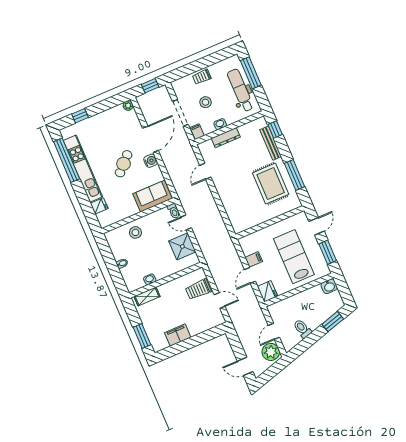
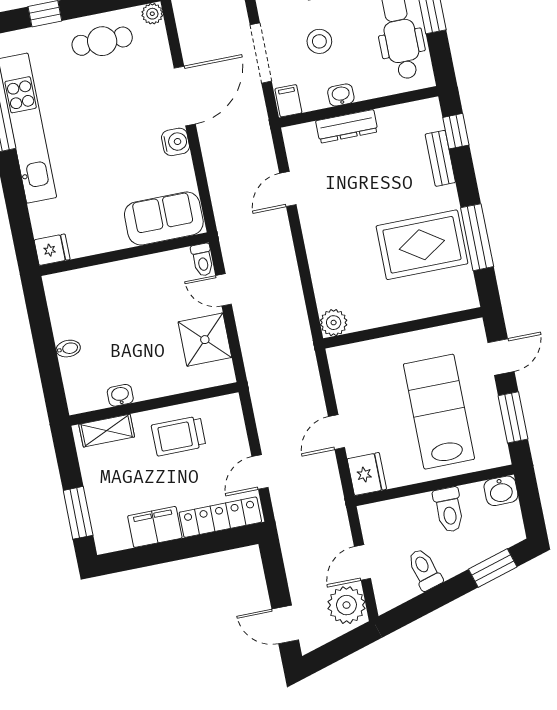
bench: (271, 143) -> (440, 158), width x0.73
cafe table: (124, 164) -> (102, 41), moved, turned 45
rug: (271, 184) -> (422, 245), turned 90
fridge: (99, 206) -> (52, 250), moved
plant: (238, 227) -> (334, 323), added
stool: (135, 232) -> (111, 288), removed
filing cabinet: (254, 259) -> (352, 399), removed
trolley: (198, 289) -> (179, 436), moved
toilet: (308, 300) -> (449, 510), added
door: (220, 301) -> (260, 472), swing flipped
locker: (206, 325) -> (220, 517), added

